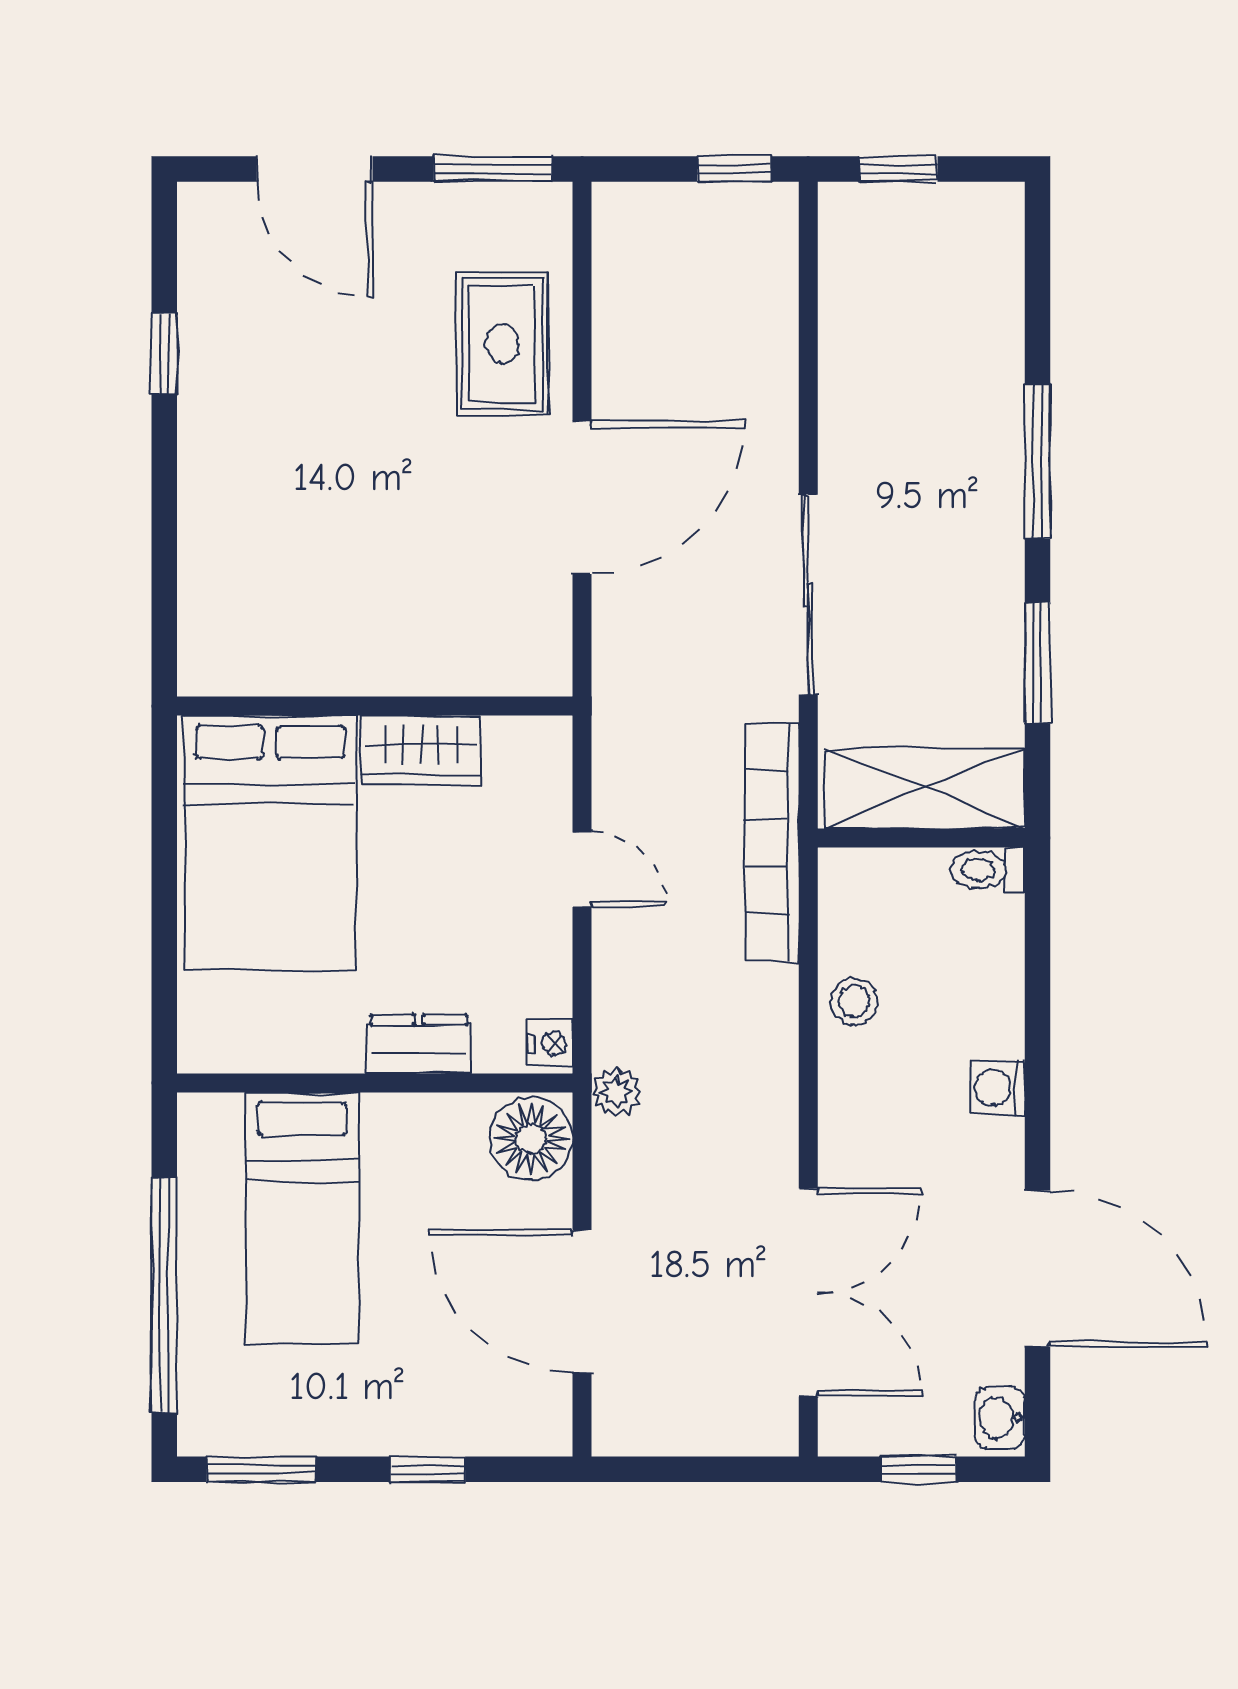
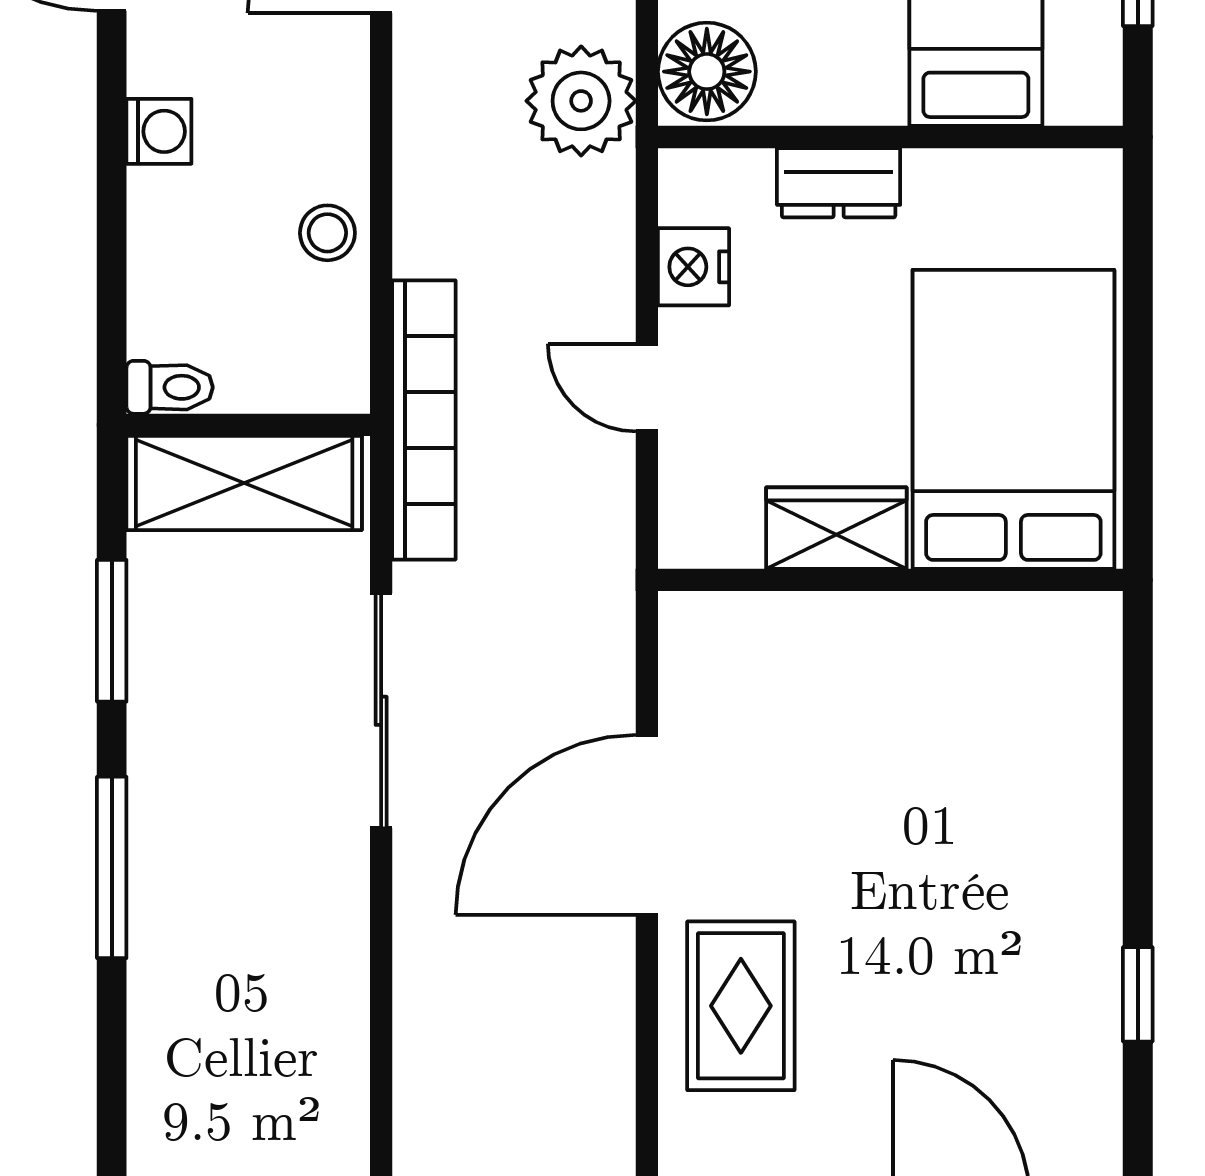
nightstand: (550, 1044) -> (694, 267), moved, width x1.39, depth x1.35
plant: (616, 1092) -> (581, 101), width x1.87, depth x1.87

